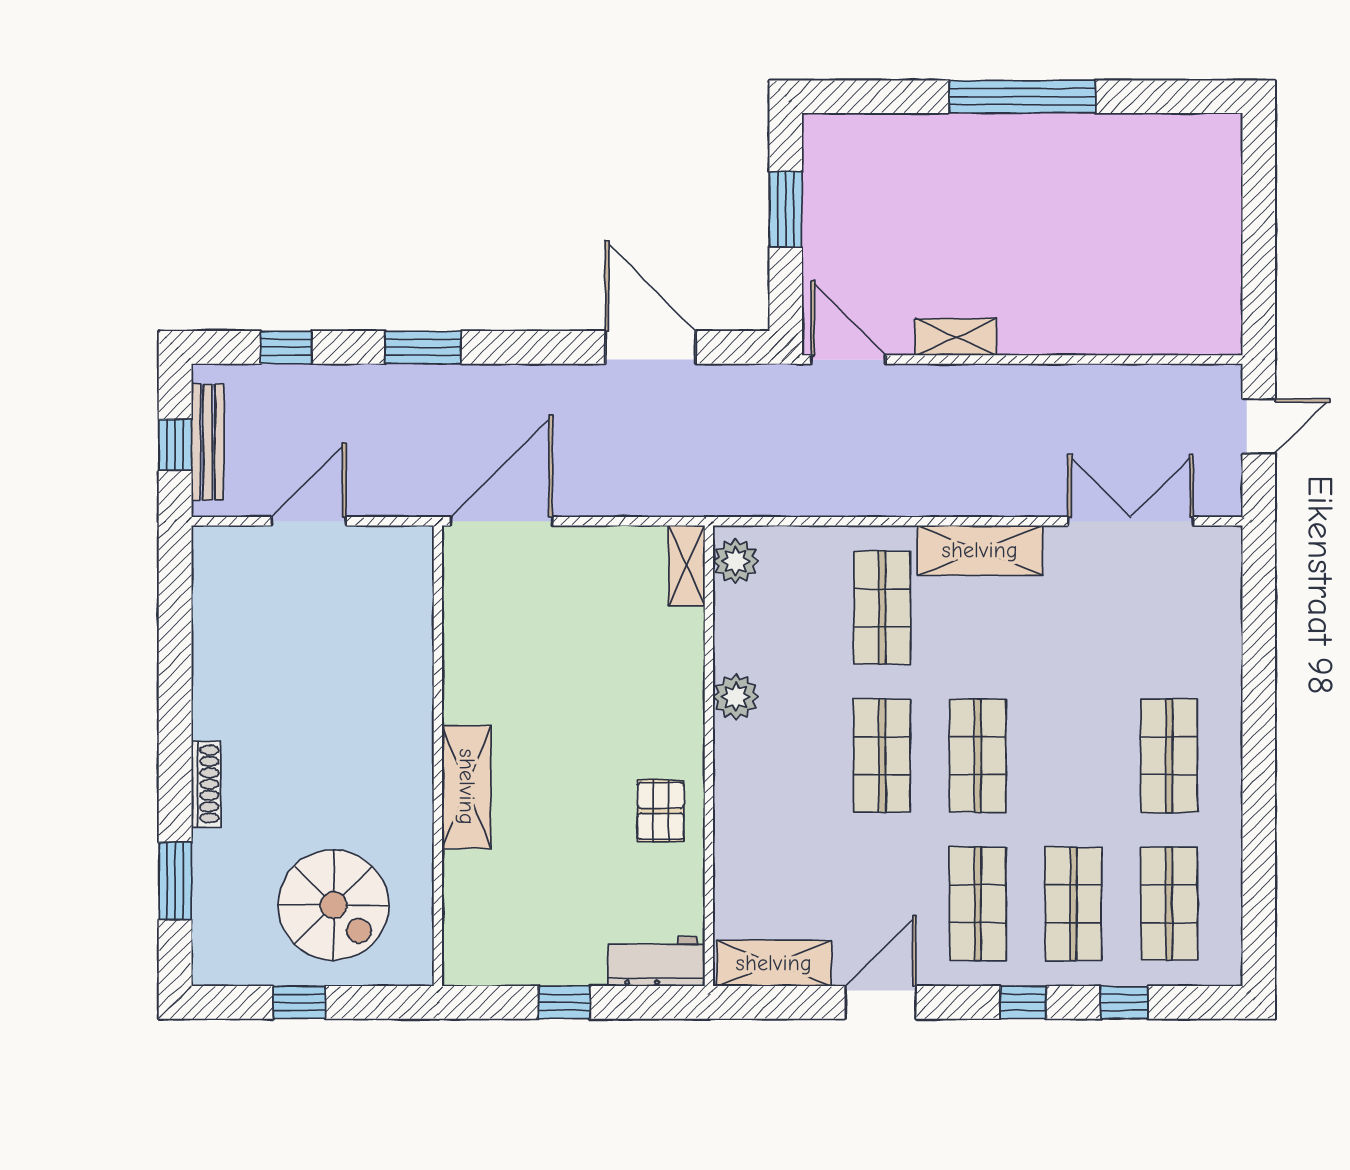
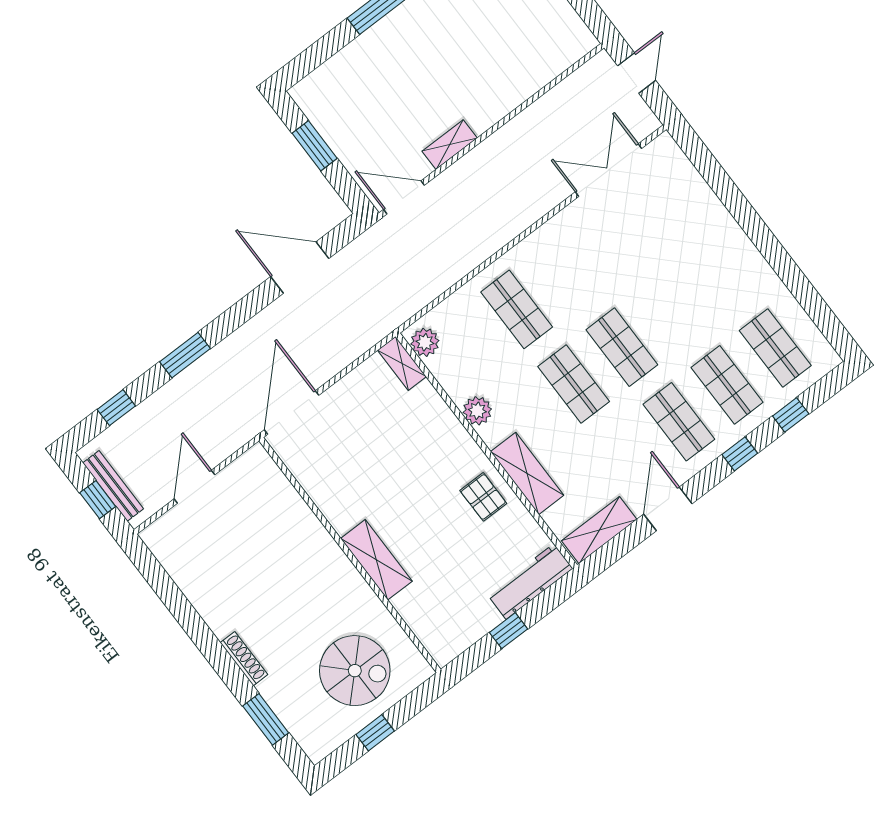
shelving: (980, 550) -> (527, 473), moved, turned 90
shop shelf: (1169, 756) -> (718, 273), removed
workbench: (657, 961) -> (530, 581), width x1.38

